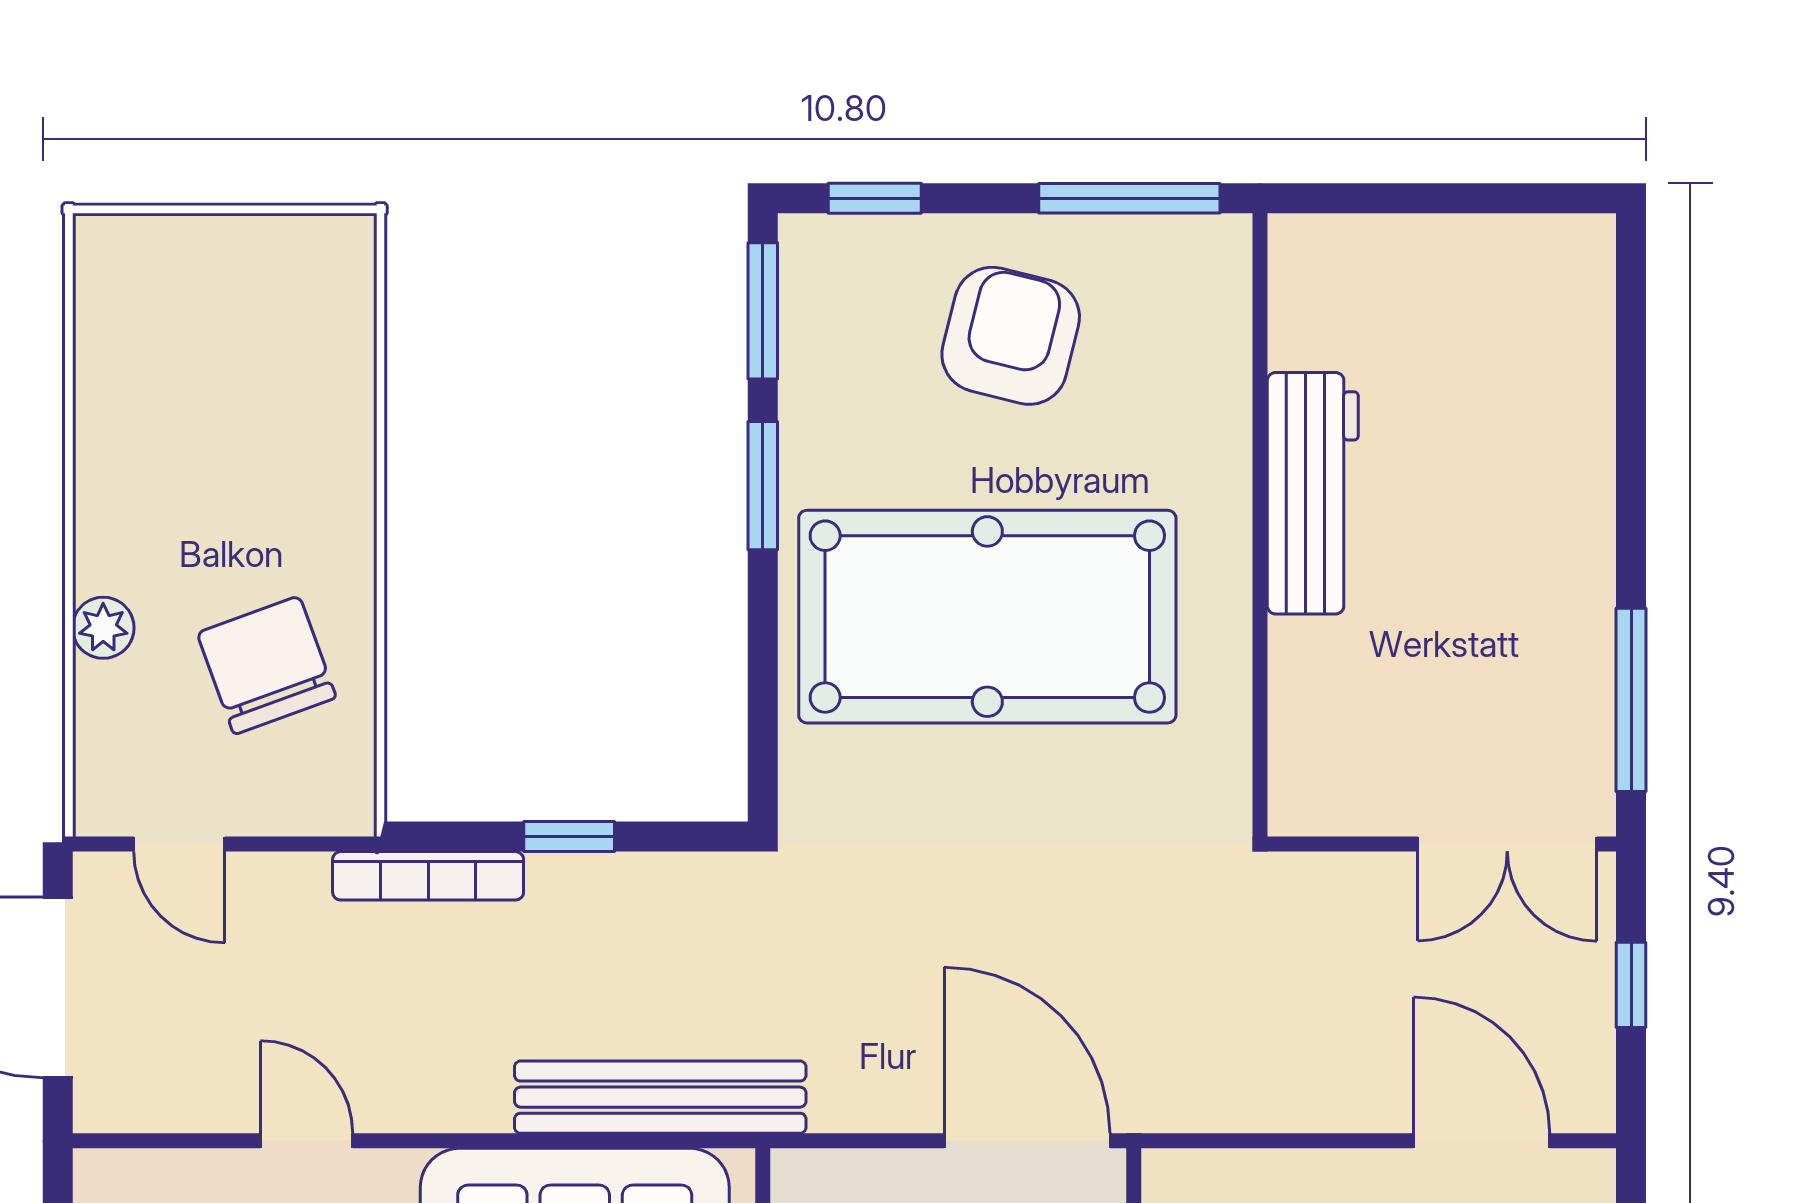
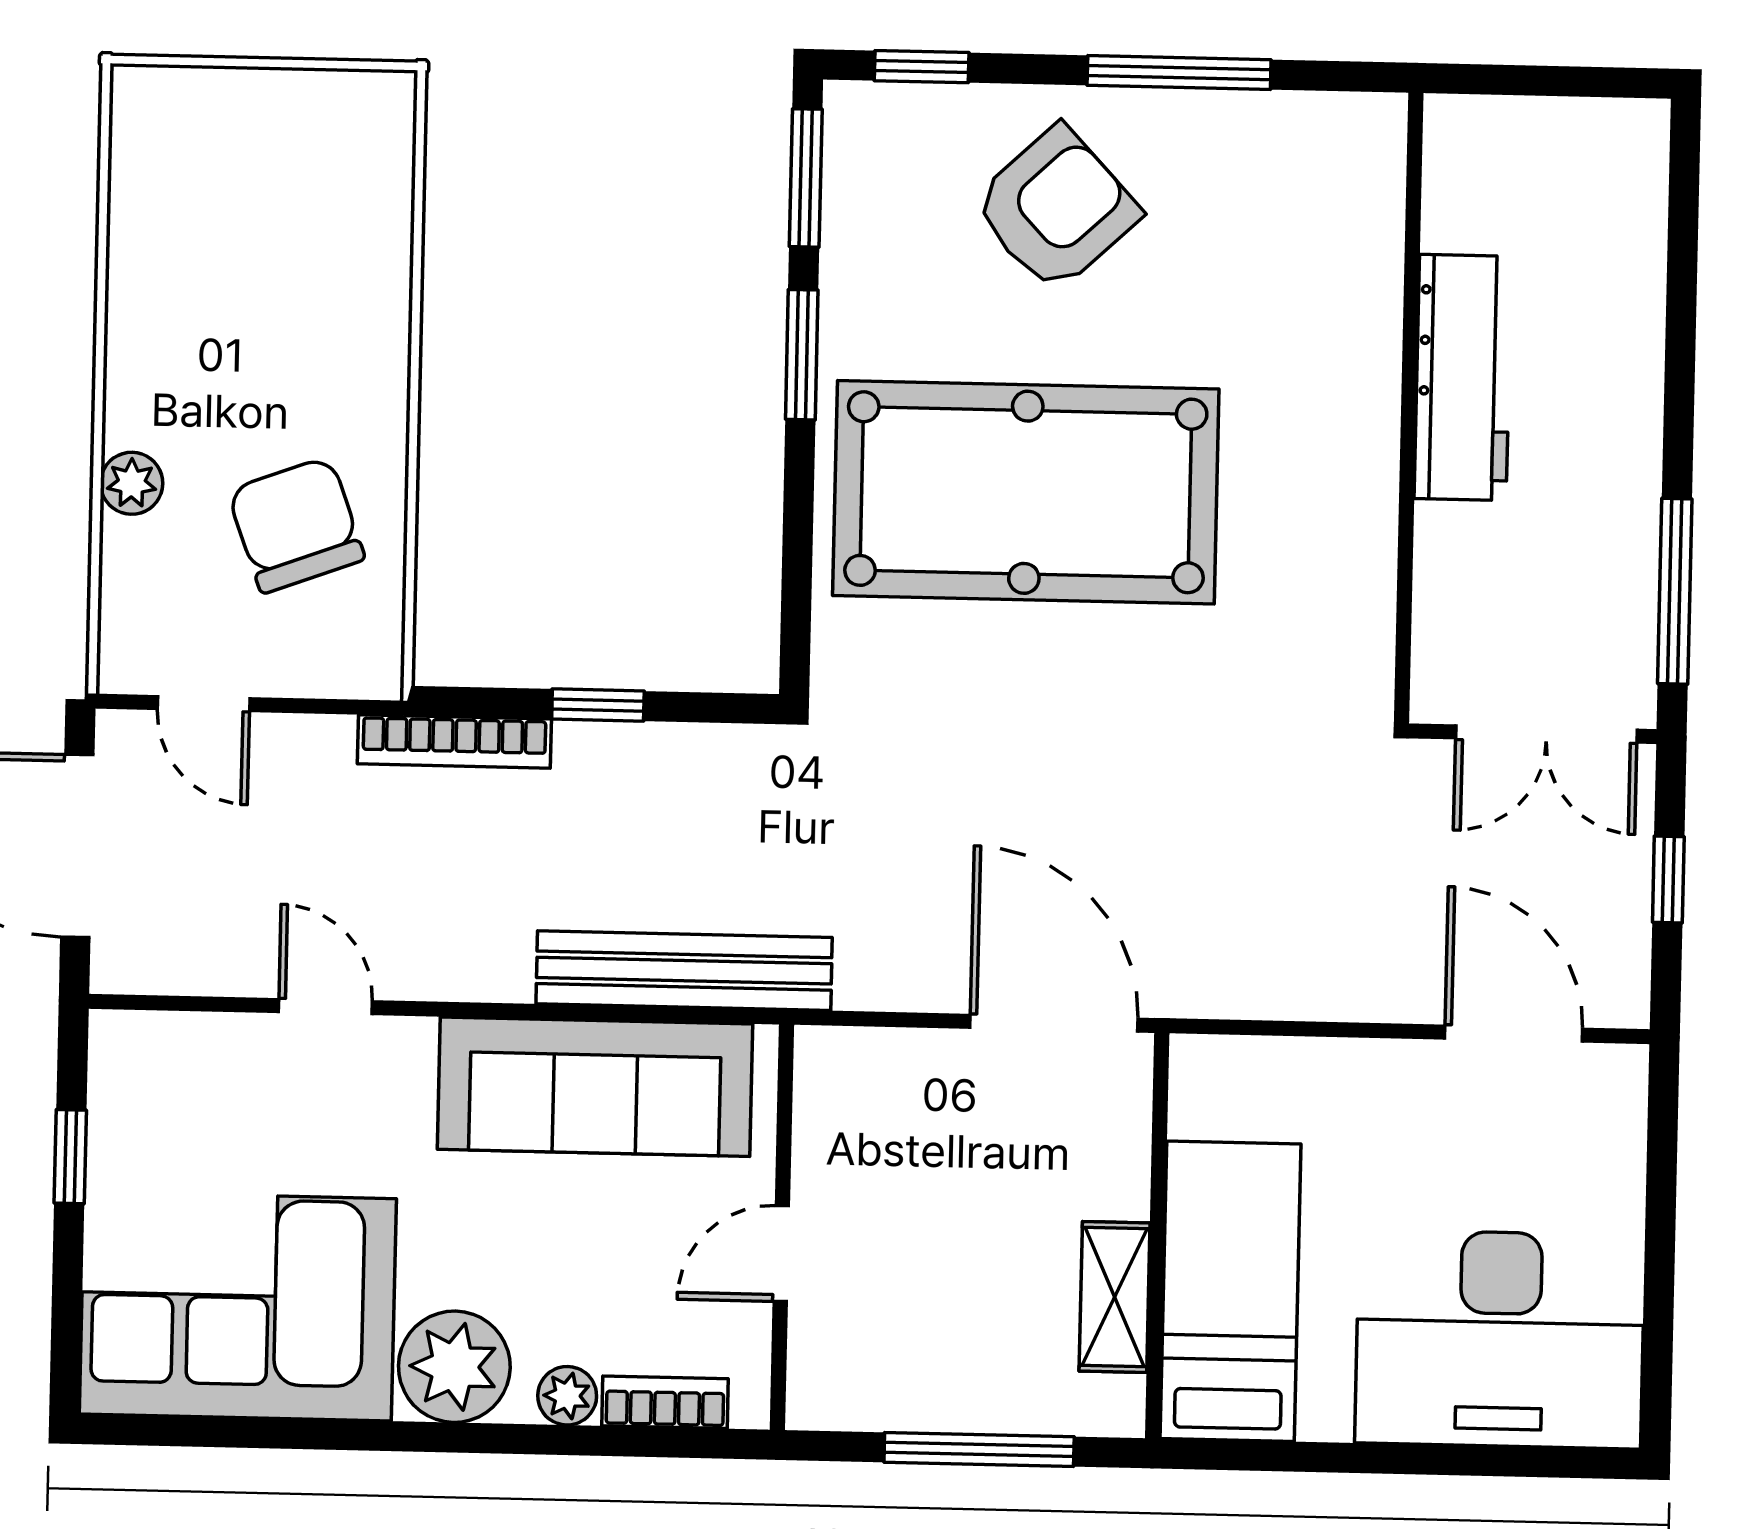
armchair: (1011, 336) -> (1056, 209), turned 33
workbench: (1313, 493) -> (1463, 377), moved
wall: (1260, 525) -> (1409, 408), moved

